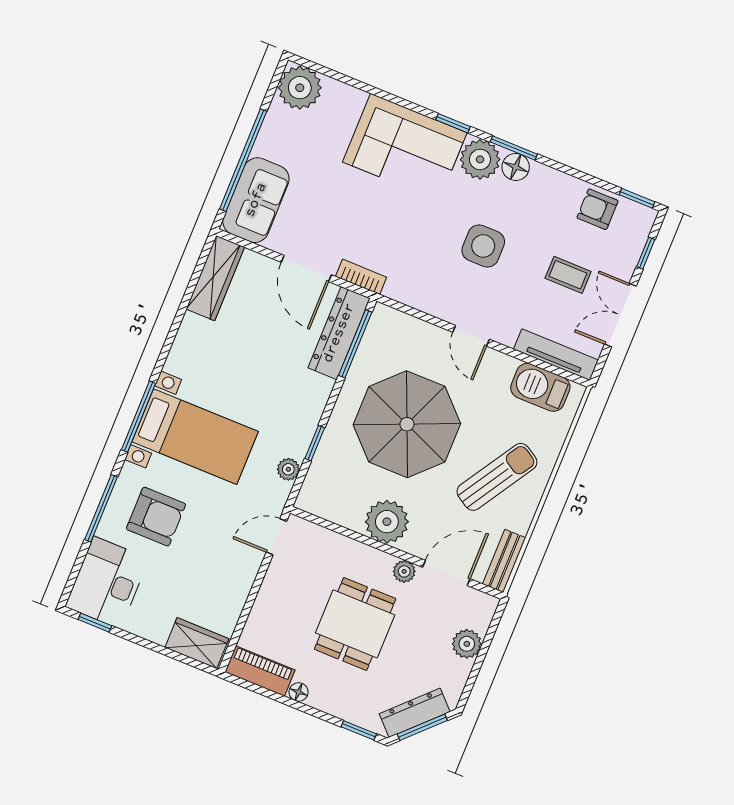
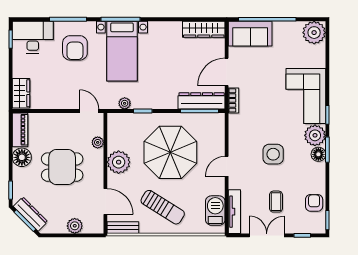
plant: (404, 571) -> (98, 142), moved
floor lamp: (299, 692) -> (22, 157), width x1.89, depth x1.89

